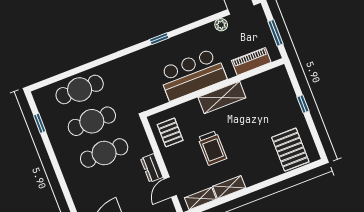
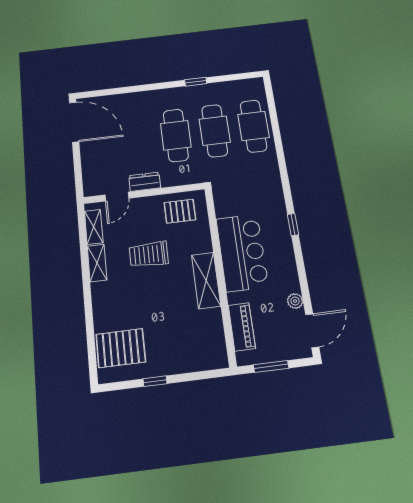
window: (303, 104) -> (155, 381), moved
window: (40, 123) -> (196, 82), moved
door: (170, 187) -> (117, 197), swing flipped

